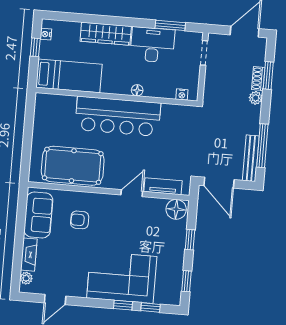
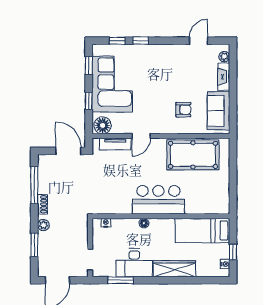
shoe rack: (258, 78) -> (42, 204), moved
bar counter: (118, 116) -> (158, 200), width x0.73
bench: (251, 158) -> (43, 174), removed
corner sofa: (122, 277) -> (112, 84), moved, turned -90

